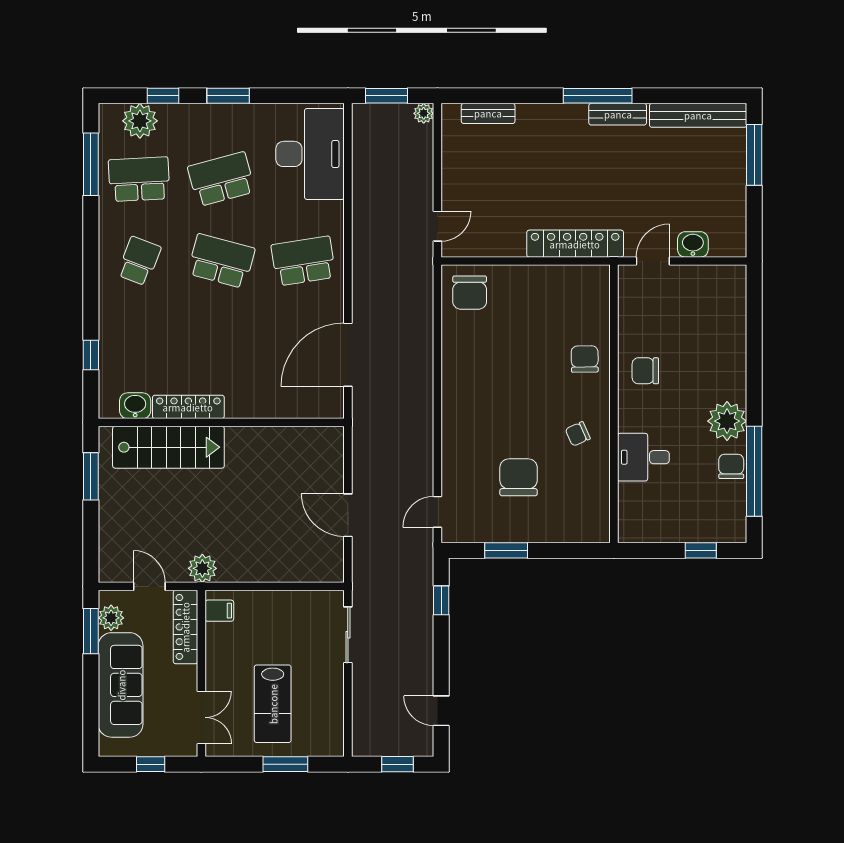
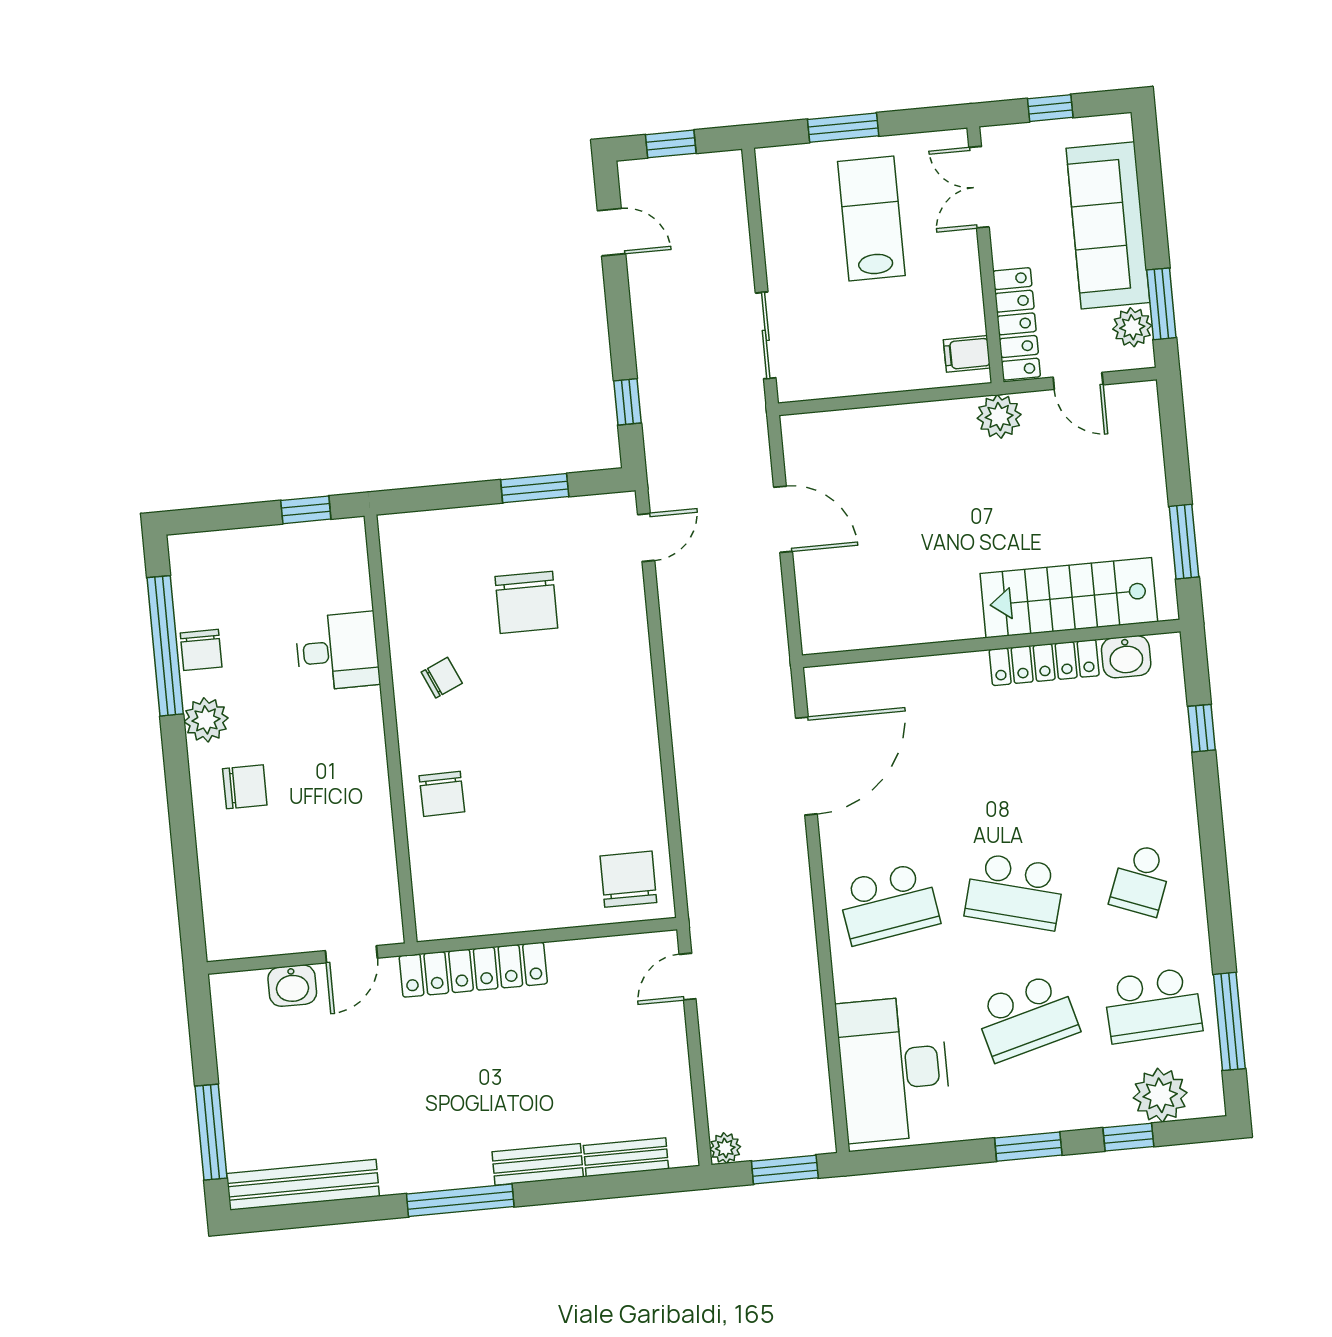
bench: (618, 114) -> (538, 1164), moved
chair: (645, 371) -> (245, 787), moved
plant: (727, 421) -> (206, 720), width x0.73, depth x0.73
window: (701, 550) -> (306, 510), moved

